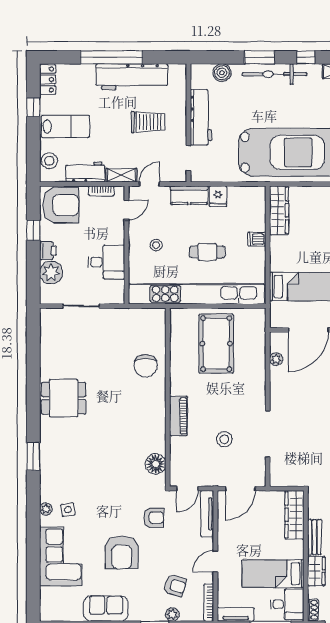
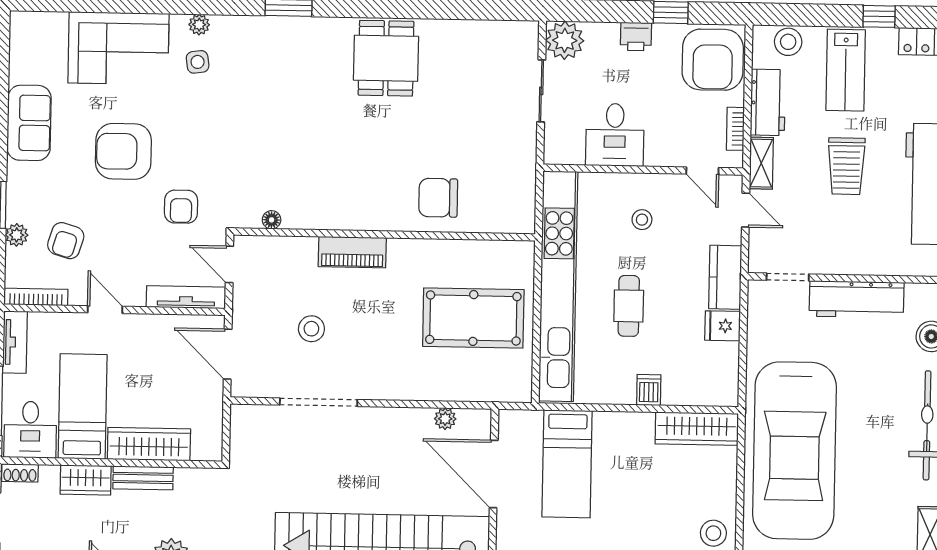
trolley: (148, 122) -> (846, 166), moved
plant: (51, 272) -> (565, 40), moved
floor lamp: (156, 464) -> (272, 220), width x0.53, depth x0.53
wardrobe: (294, 515) -> (149, 444), moved

